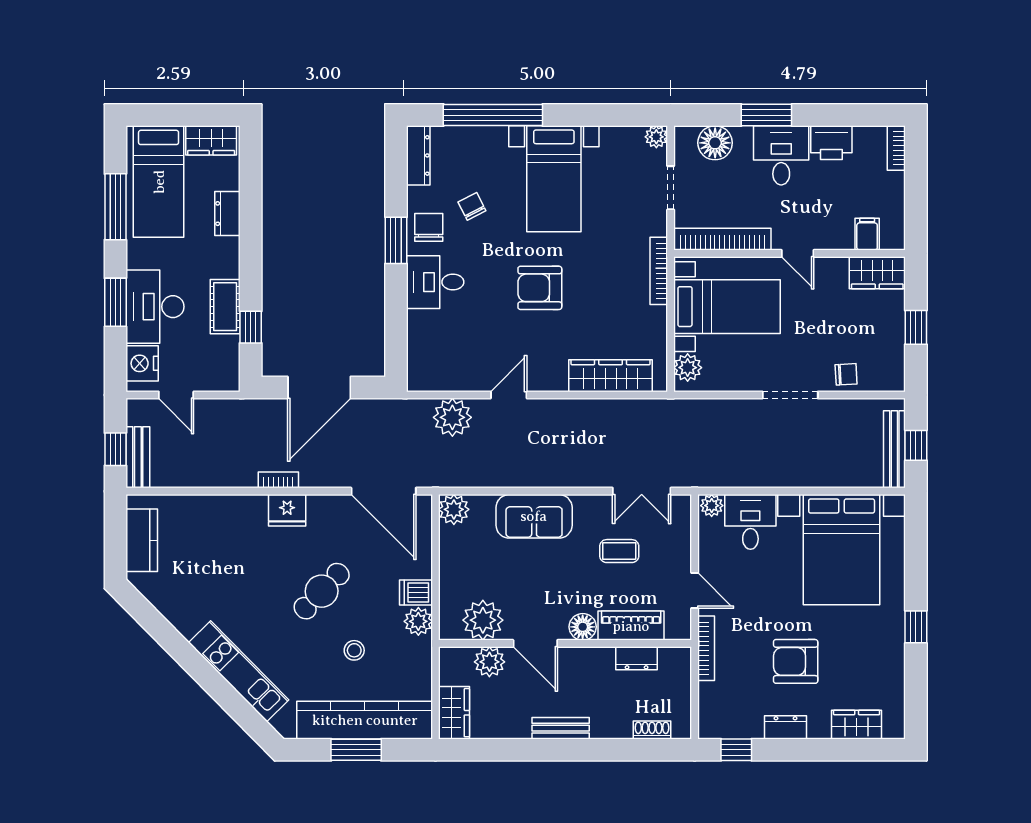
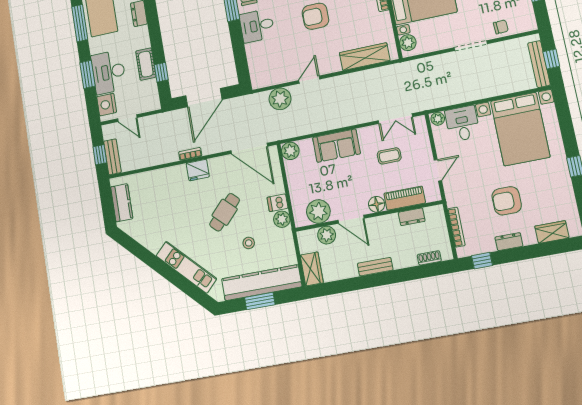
door: (695, 591) -> (438, 170), hinge flipped
bookcase: (706, 648) -> (456, 227), moved

